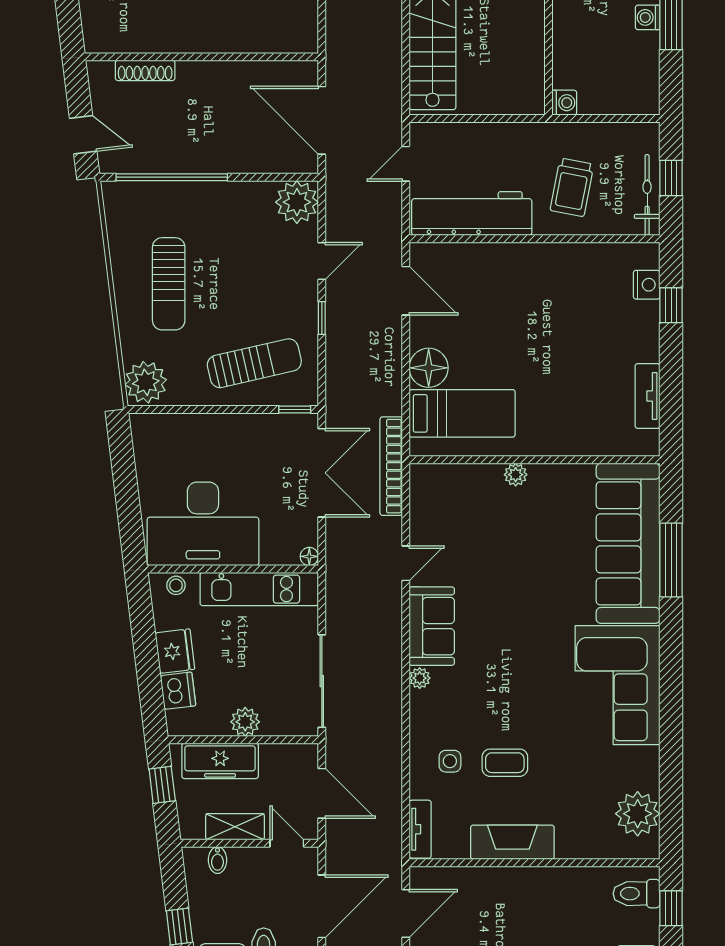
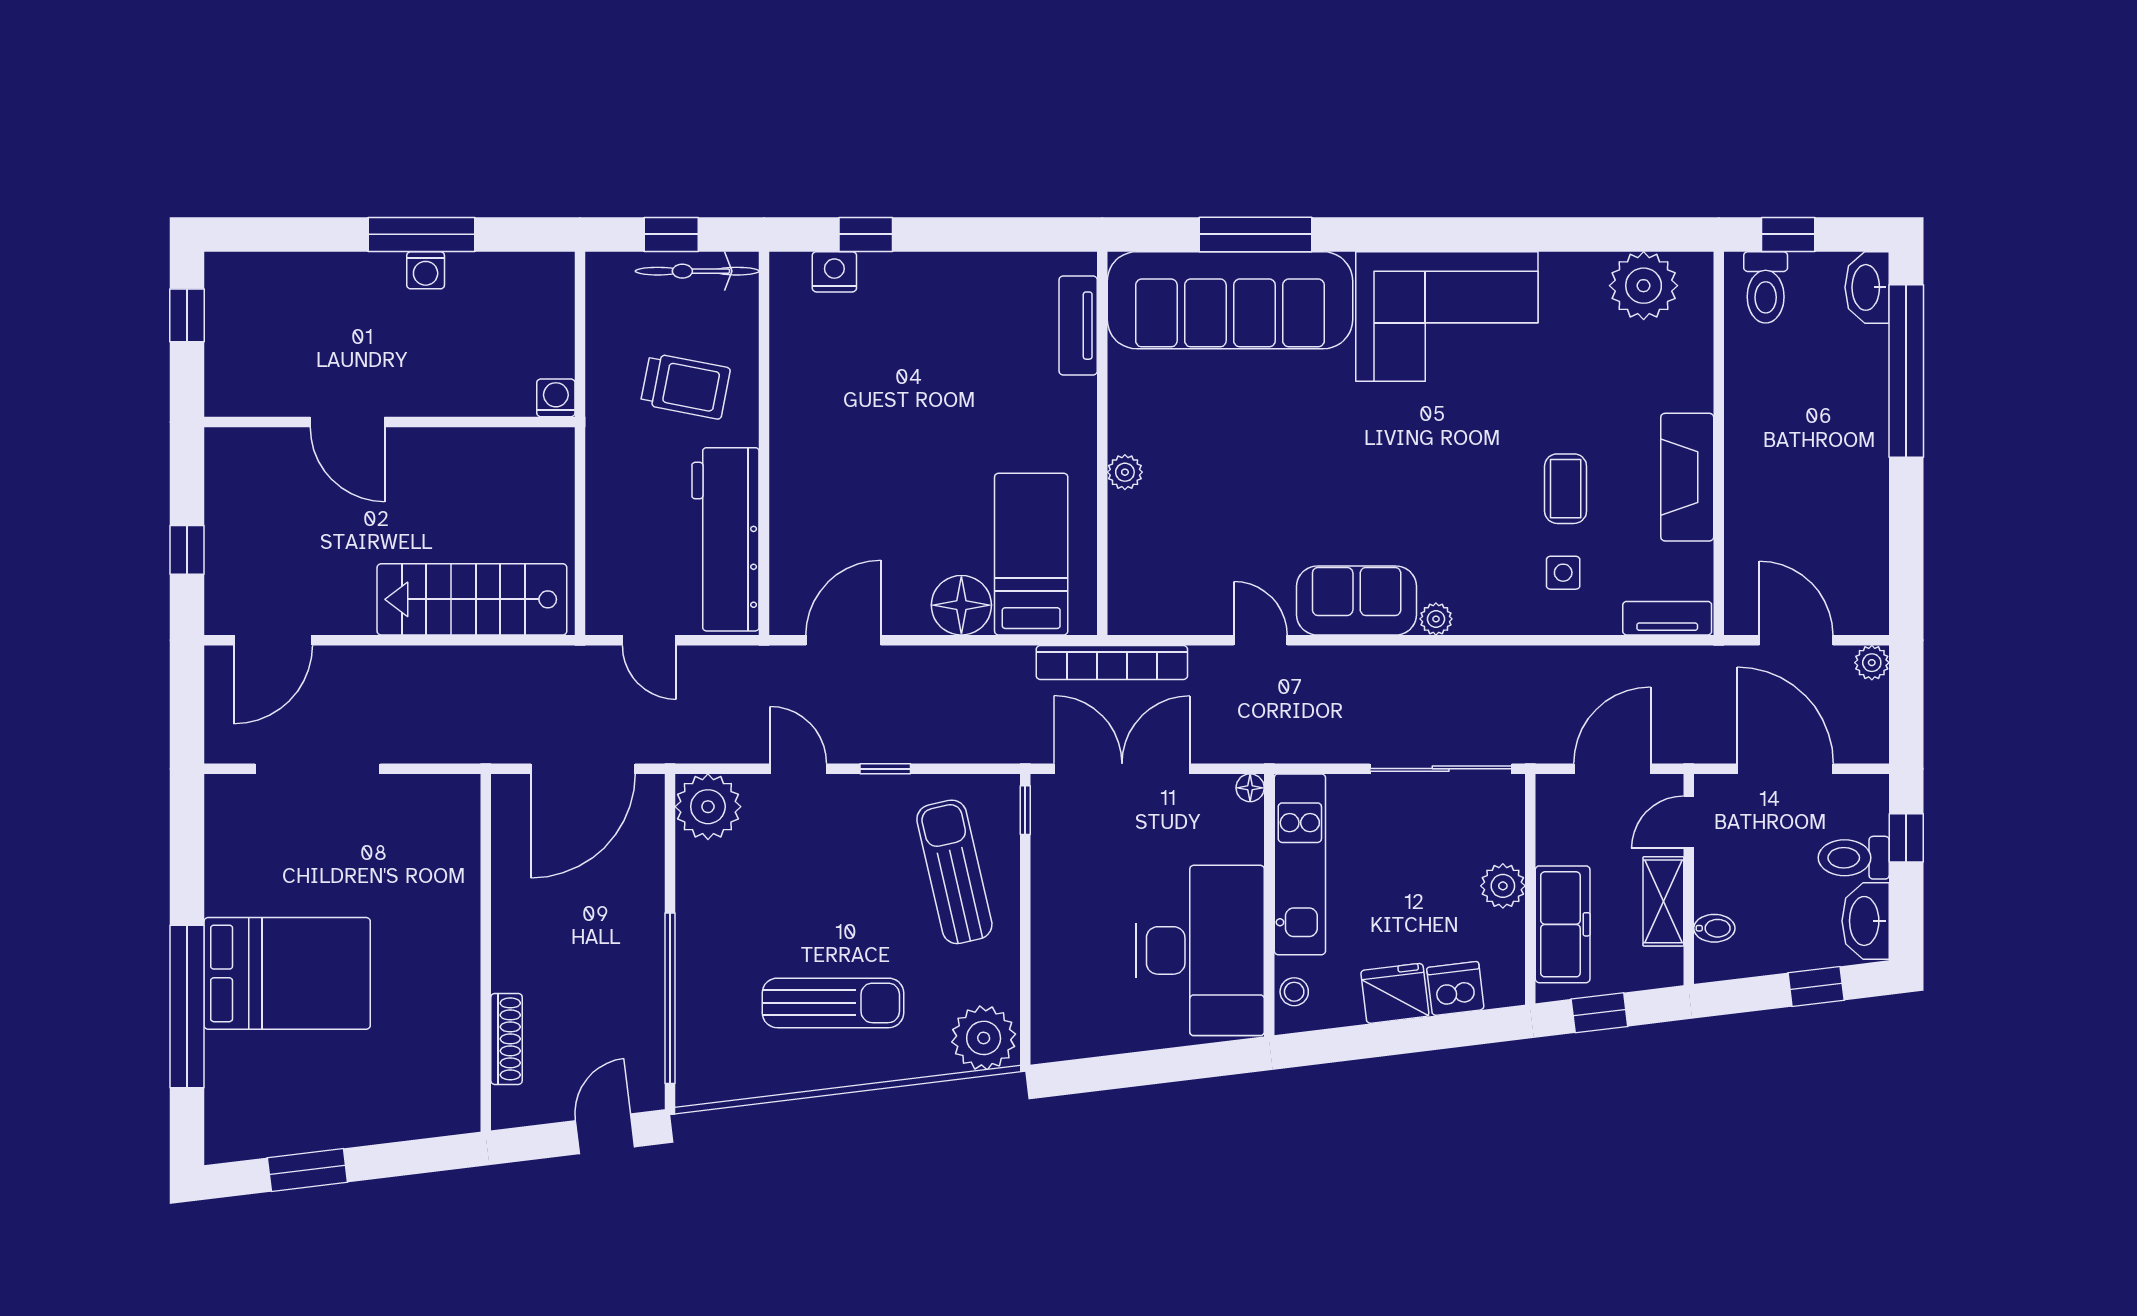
tv unit: (647, 396) -> (1078, 326), moved, turned 90

